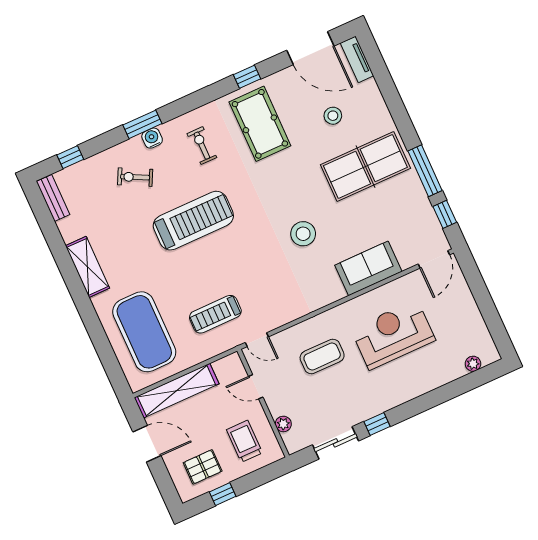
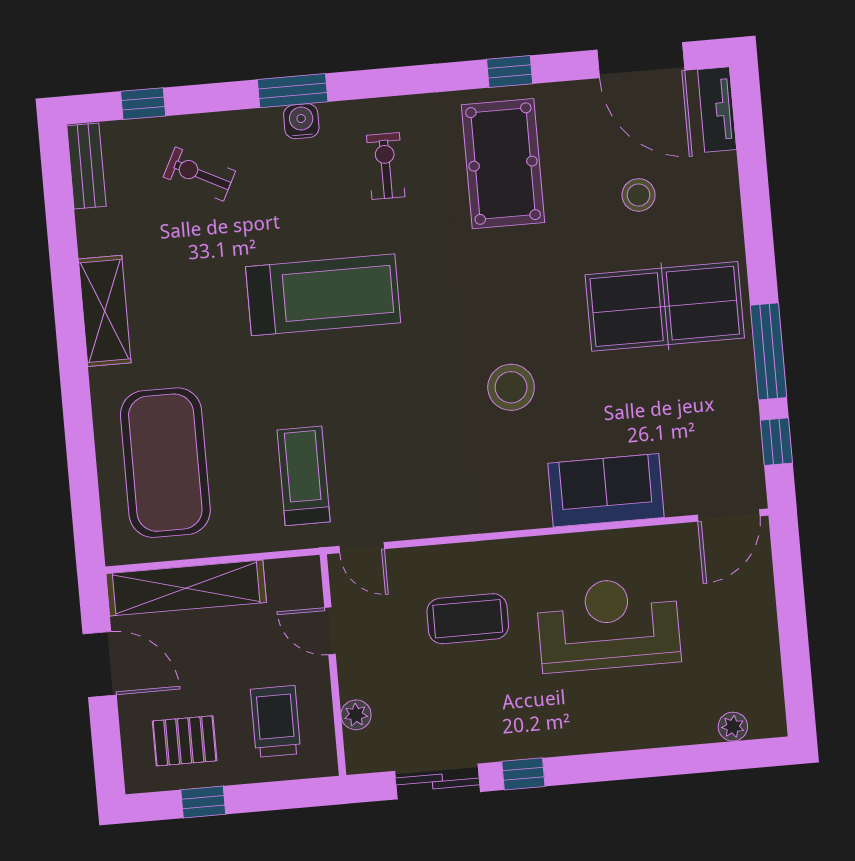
exercise bike: (135, 177) -> (199, 174), moved
treadmill: (215, 314) -> (304, 476), turned 90

